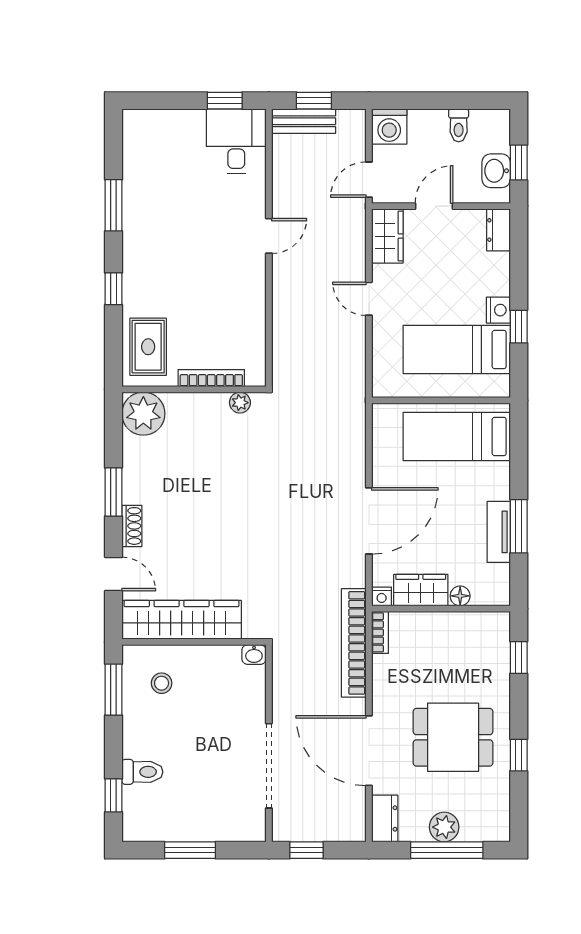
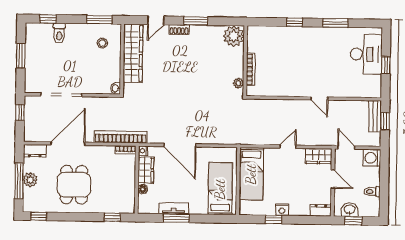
window: (225, 101) -> (386, 65), moved
desk: (236, 141) -> (366, 54), moved, width x1.37
rug: (148, 347) -> (266, 39), removed
bed: (457, 350) -> (251, 174), moved, turned 180
window: (519, 755) -> (39, 216), moved

